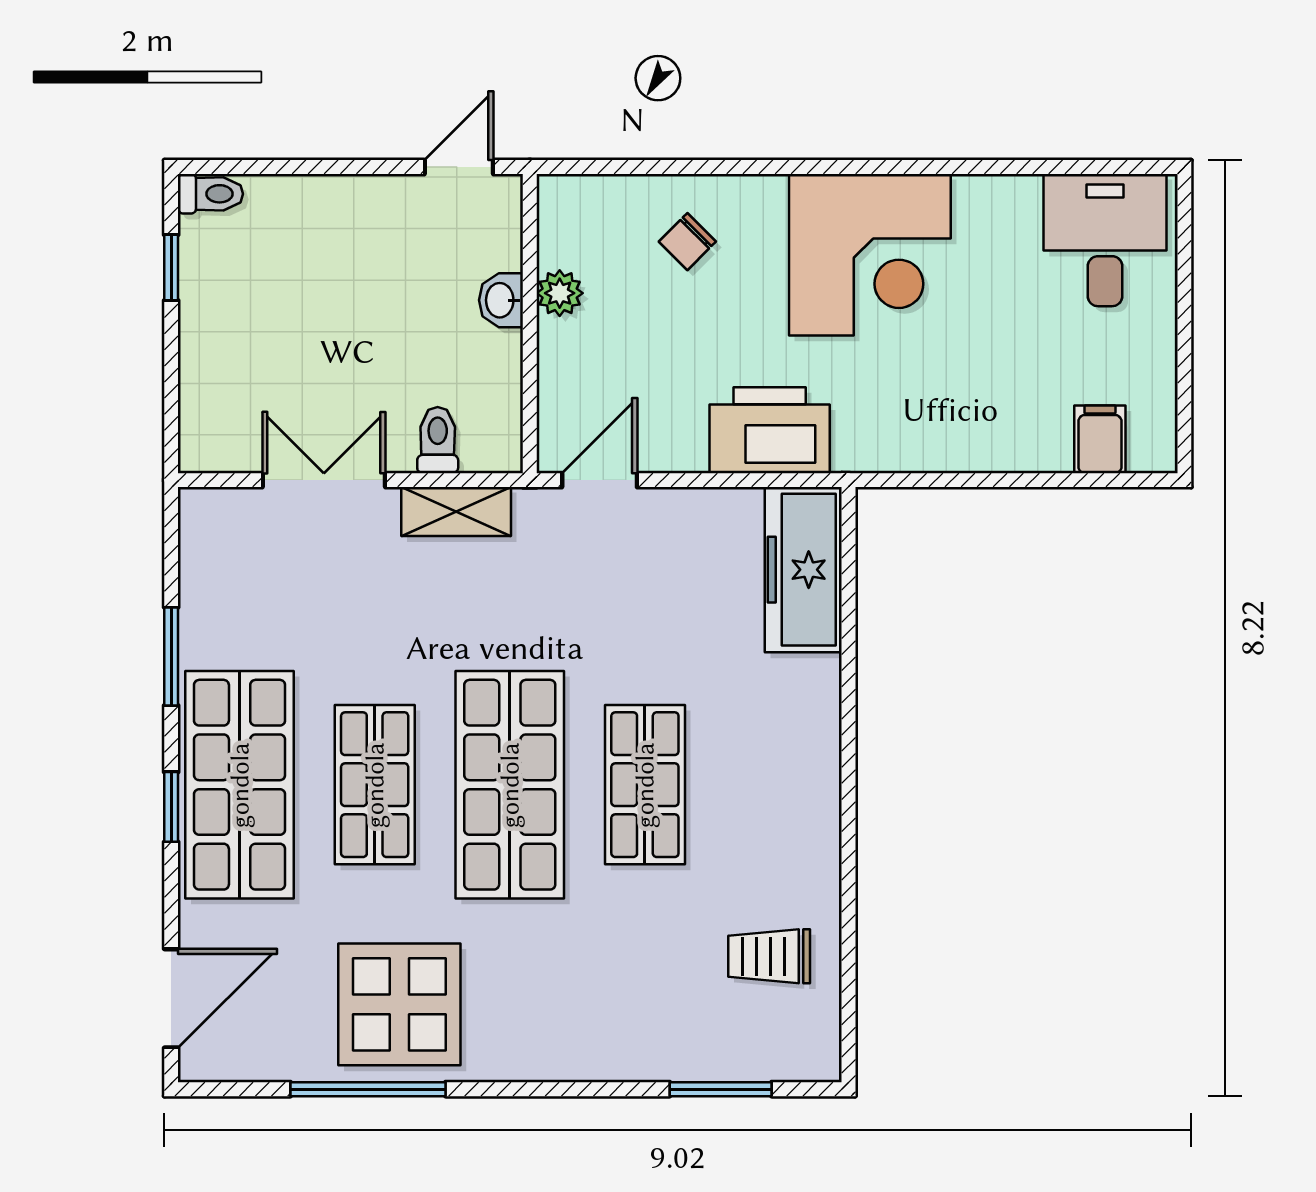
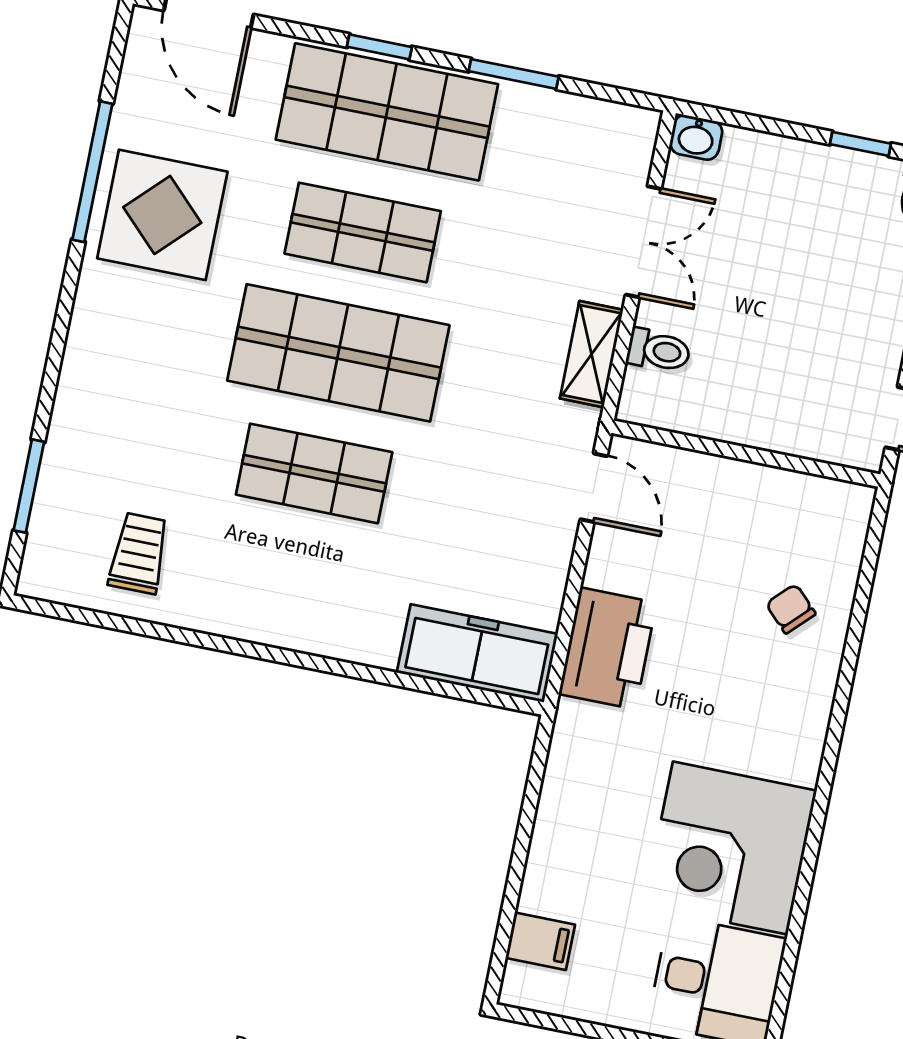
corner desk: (870, 255) -> (730, 848), moved
plant: (560, 293) -> (768, 486), removed
washbasin: (501, 300) -> (696, 137), moved, turned 180

